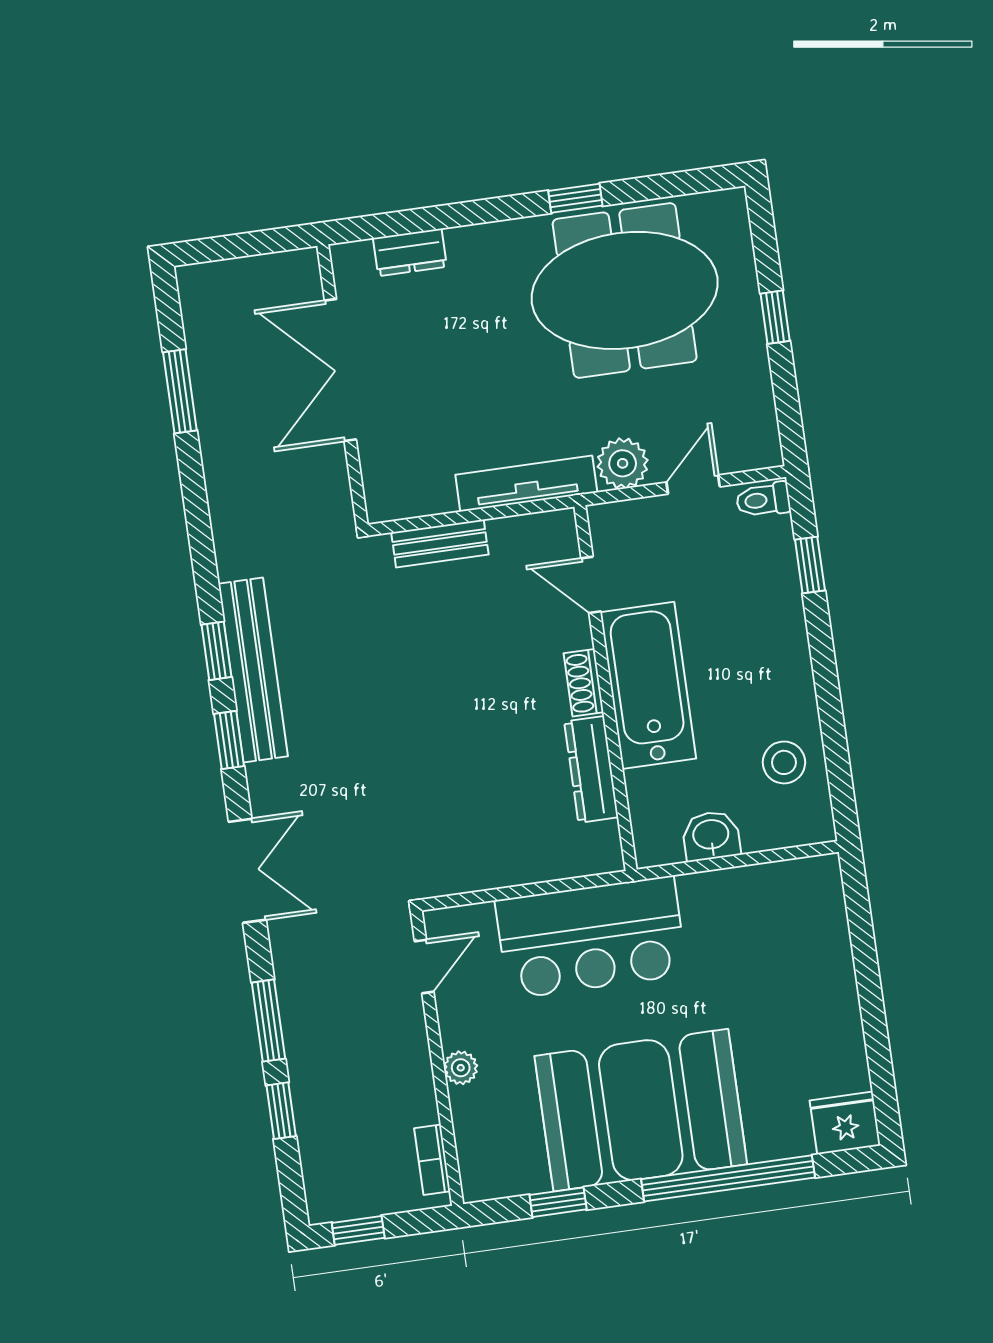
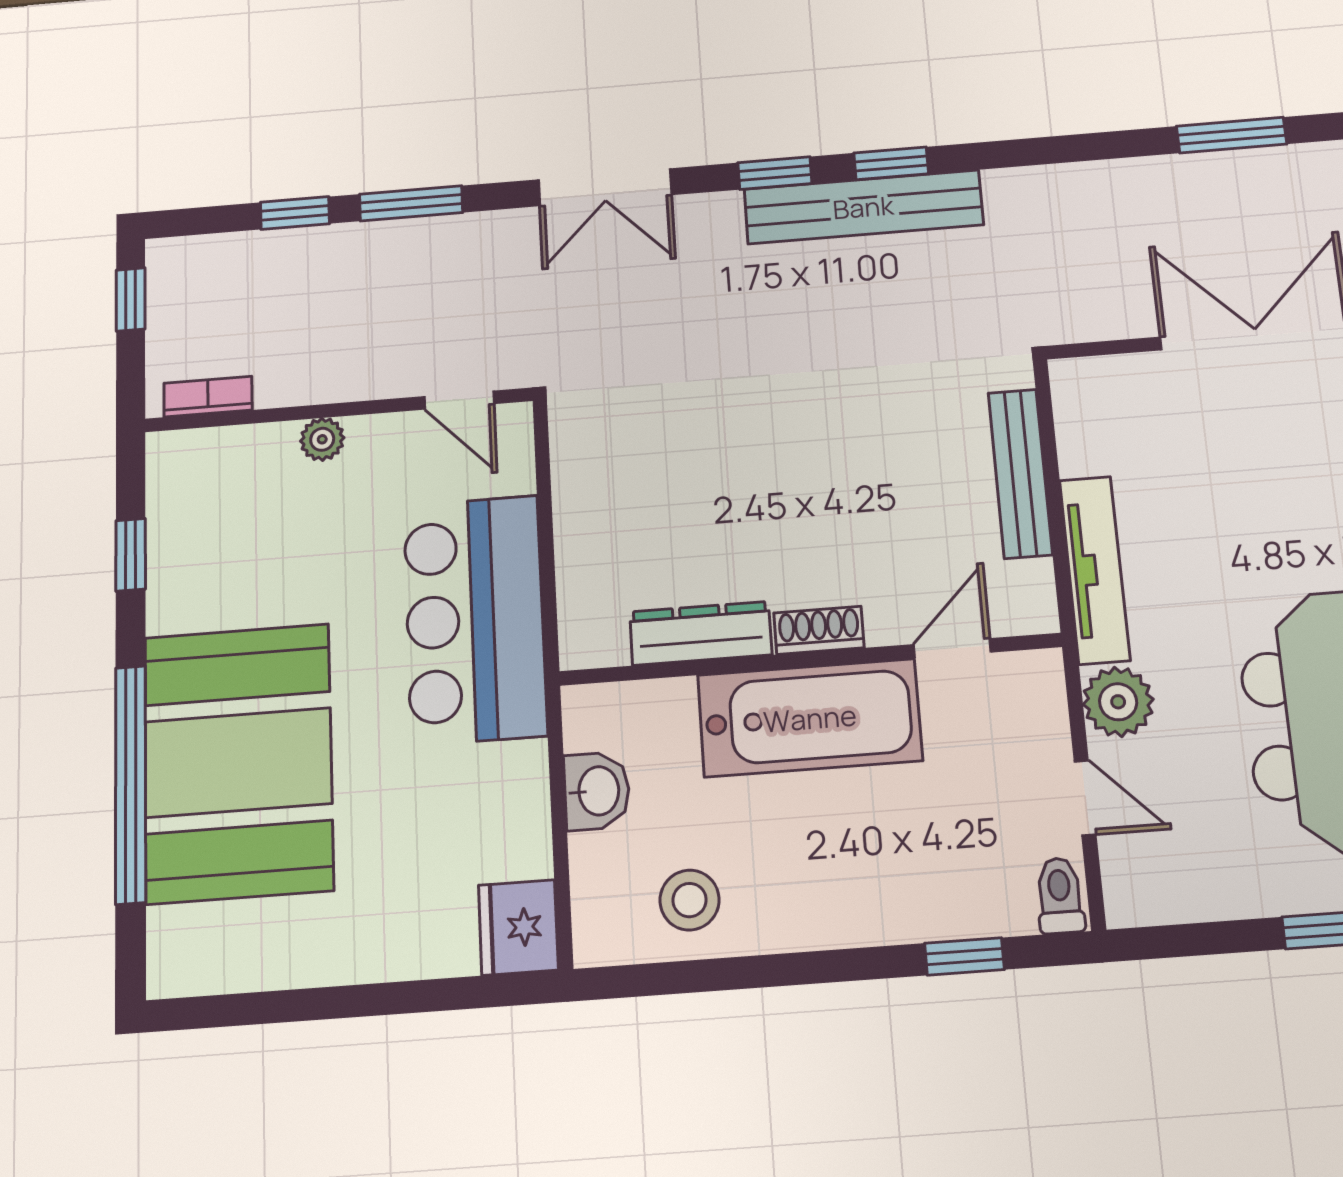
bench: (440, 543) -> (1020, 473), width x1.36
booth: (641, 1110) -> (238, 762), moved
fridge: (845, 1123) -> (518, 927), moved, turned 180

